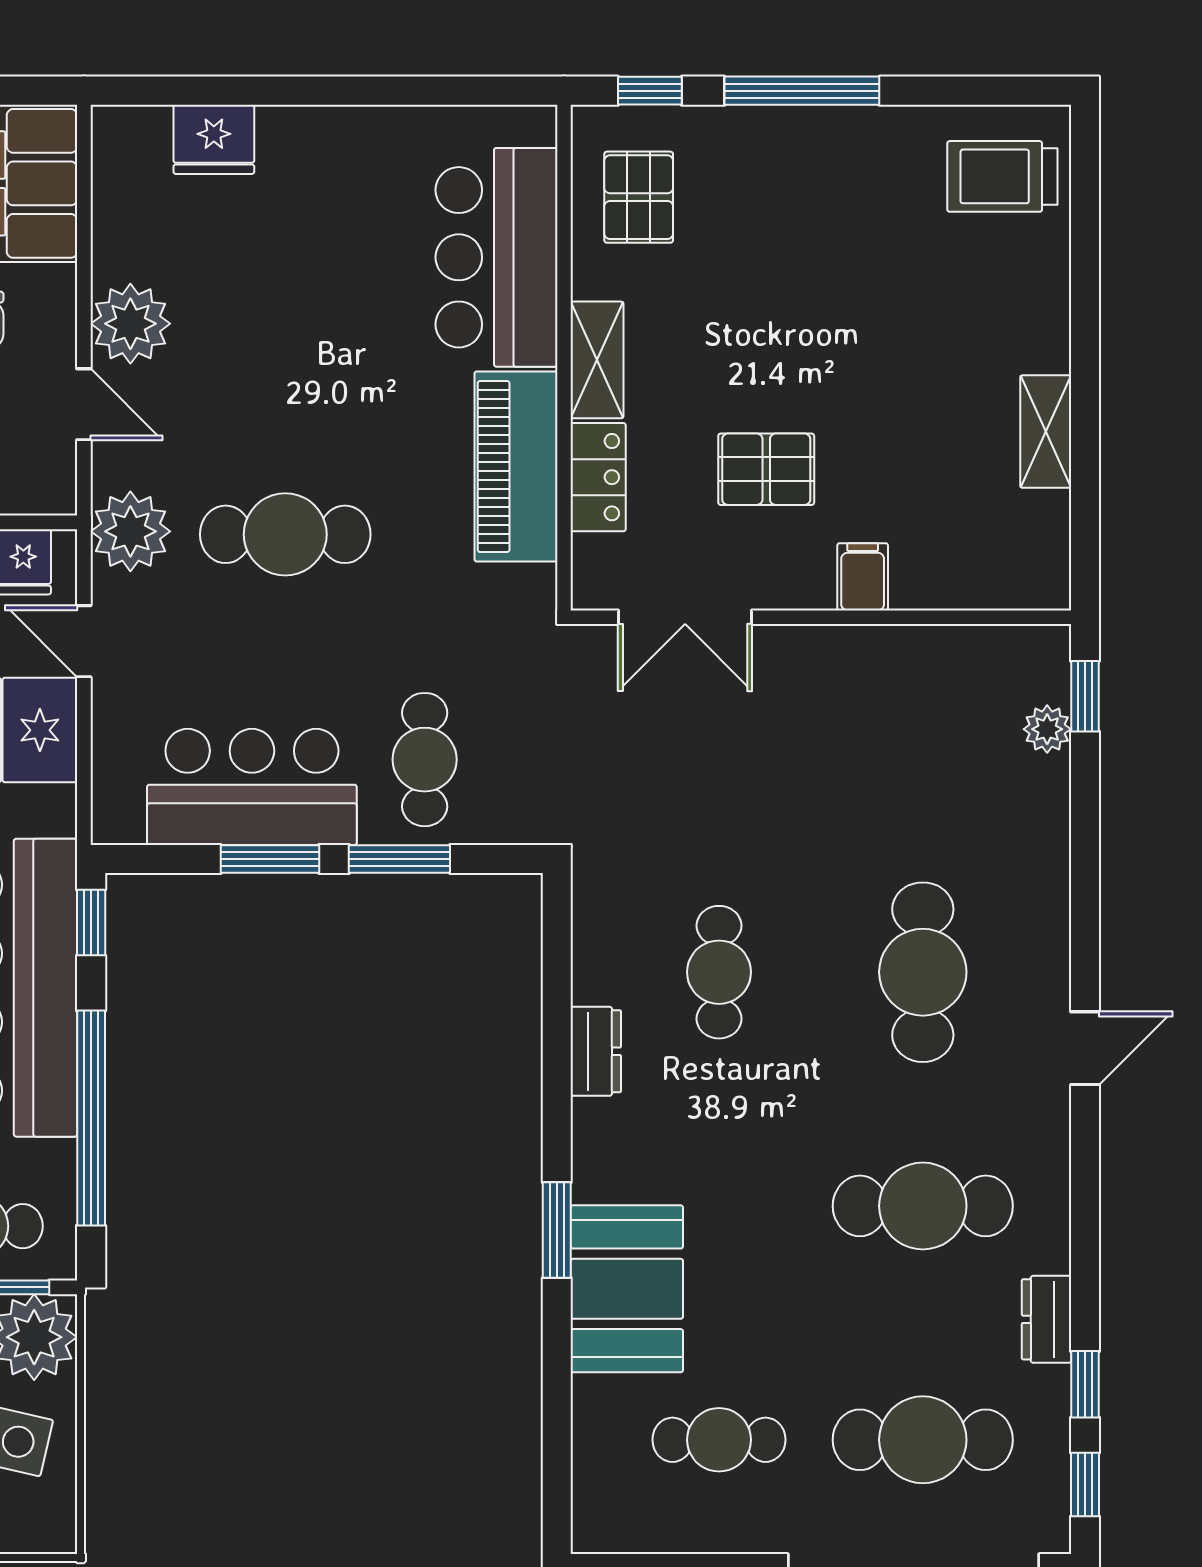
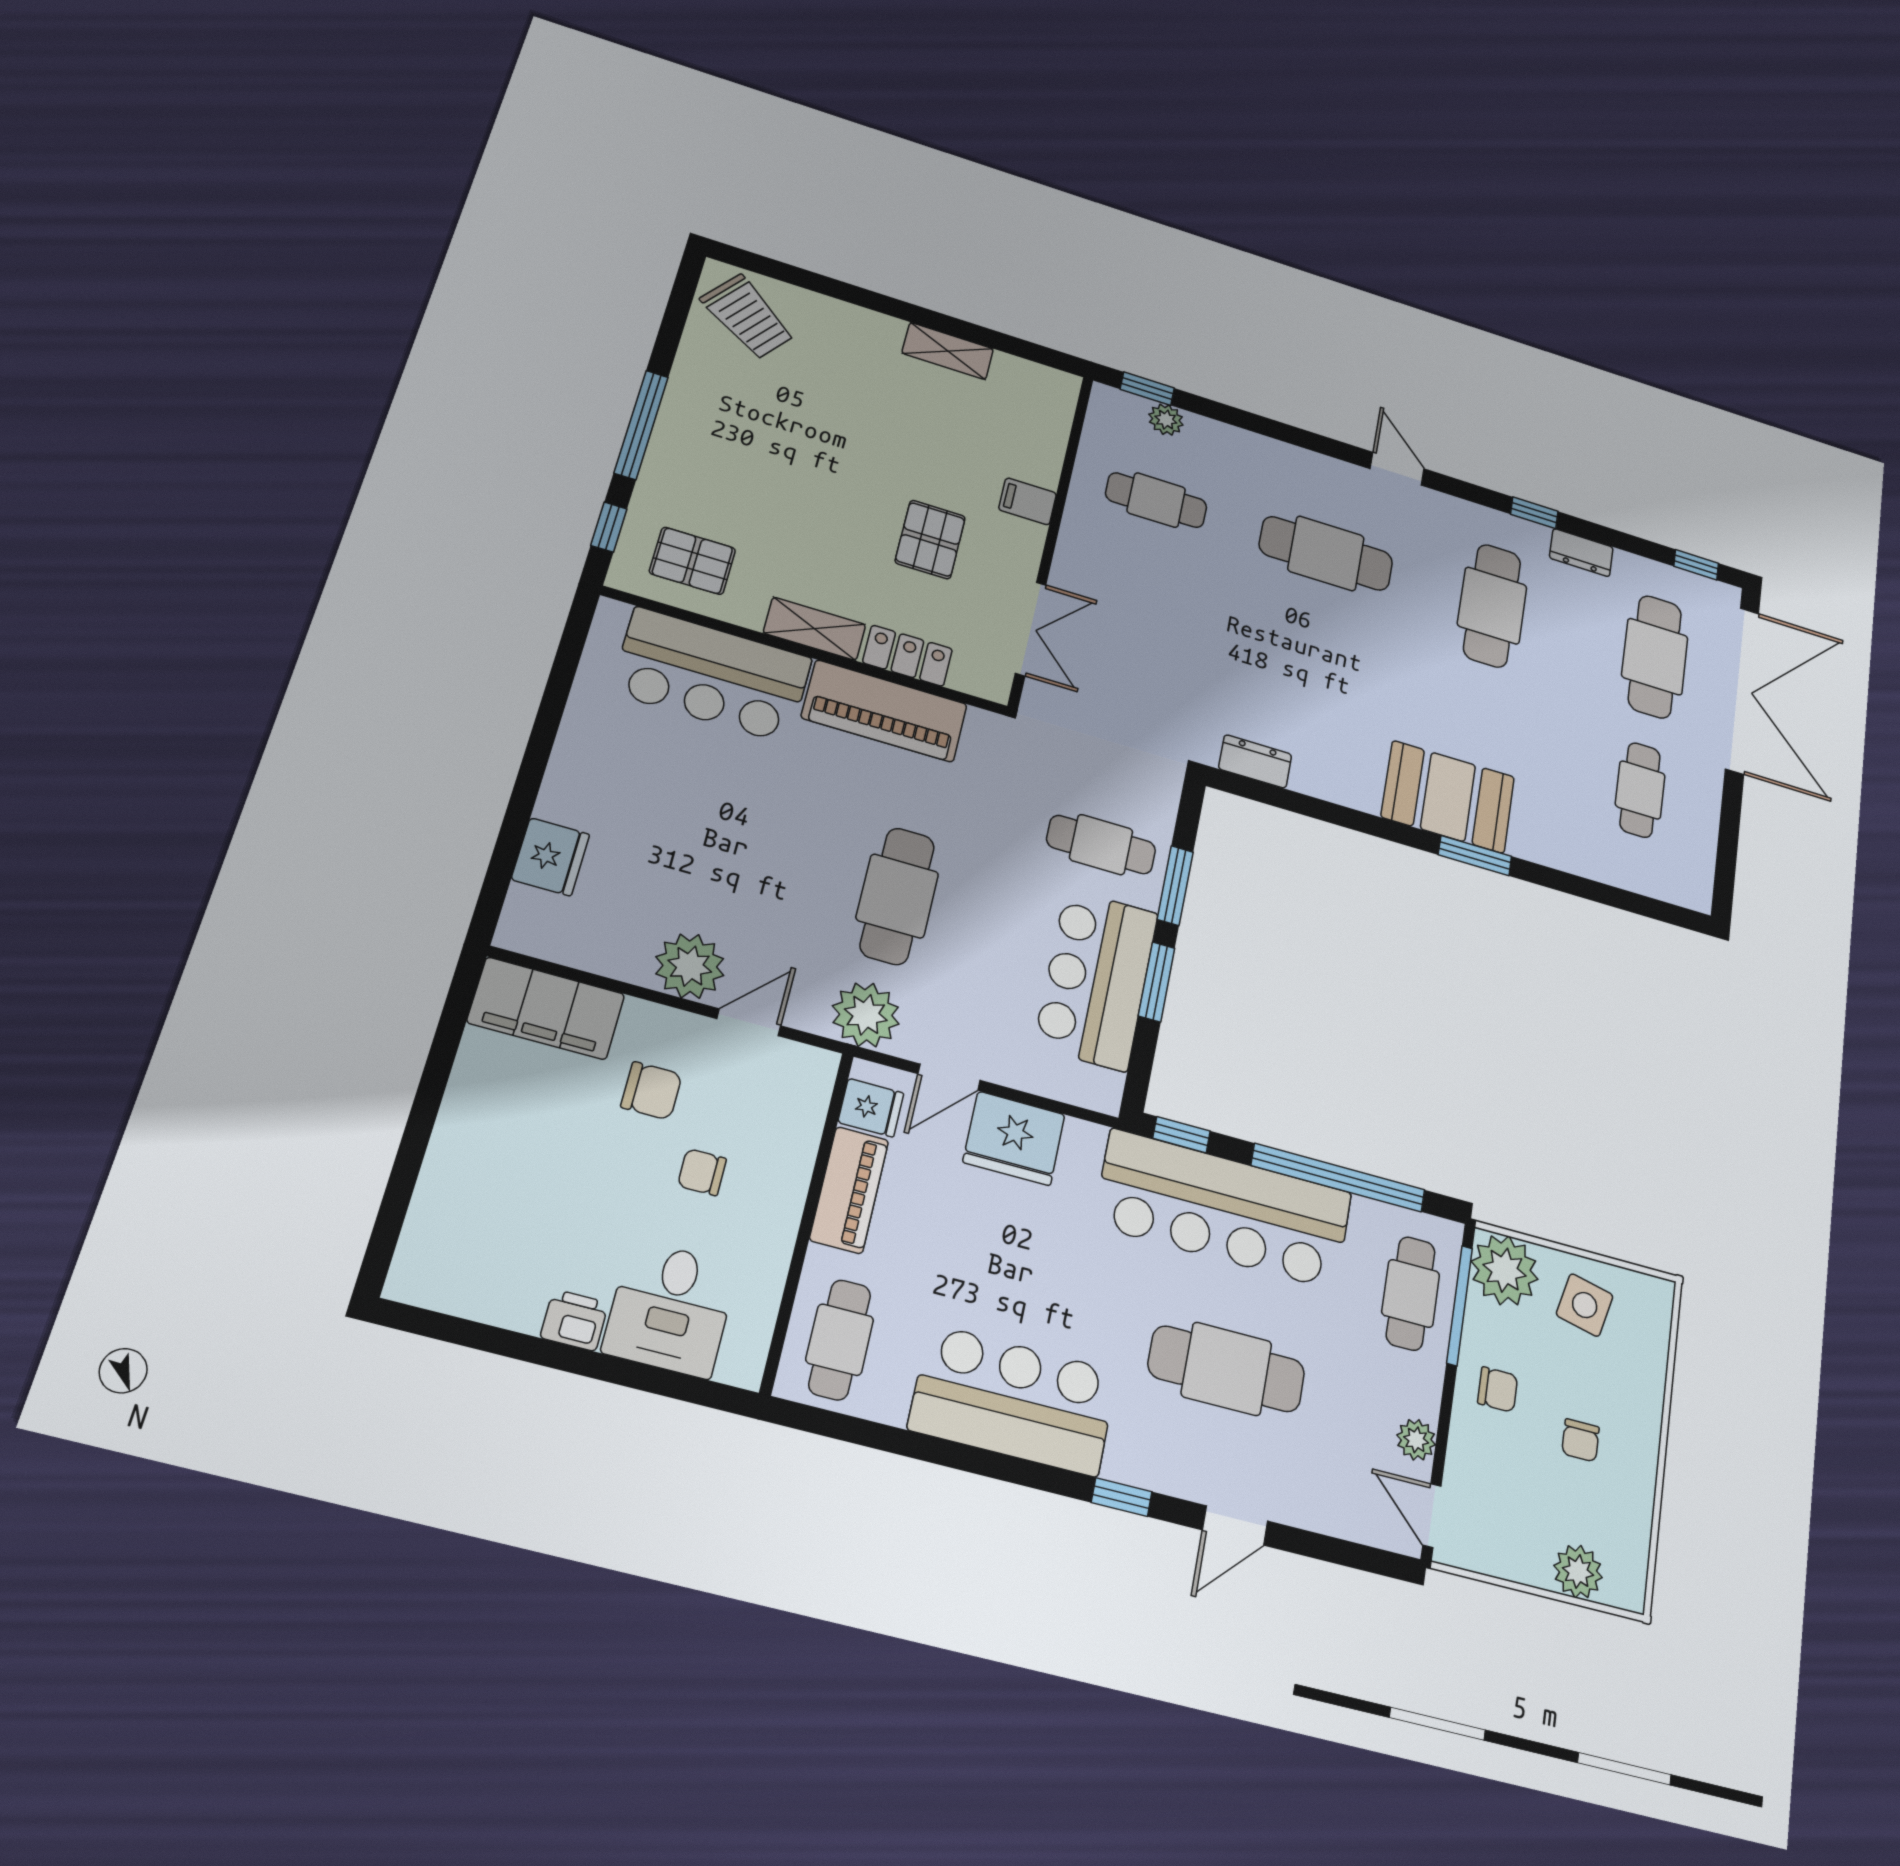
trolley: (1002, 176) -> (748, 317), turned -54
cafe table: (719, 972) -> (1156, 500), moved
dresser: (596, 1051) -> (1255, 761), moved
booth: (627, 1289) -> (1448, 797), moved
window: (1085, 1384) -> (1534, 513), moved

